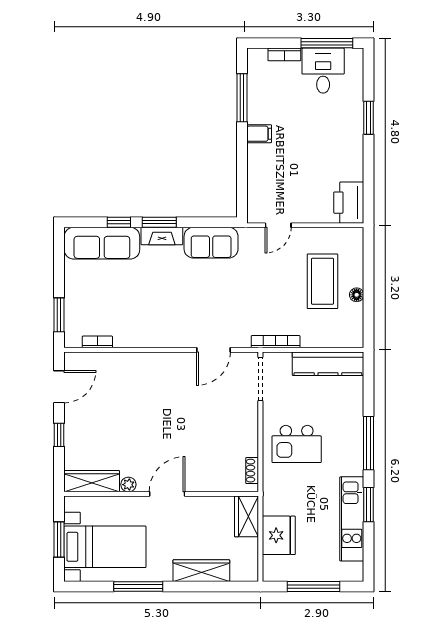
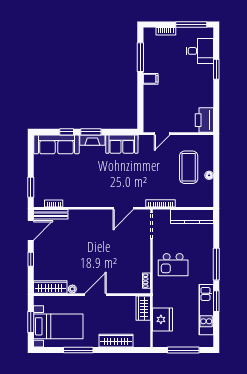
desk: (323, 71) -> (200, 51), moved, turned 90
bench: (92, 360) -> (51, 214), added

